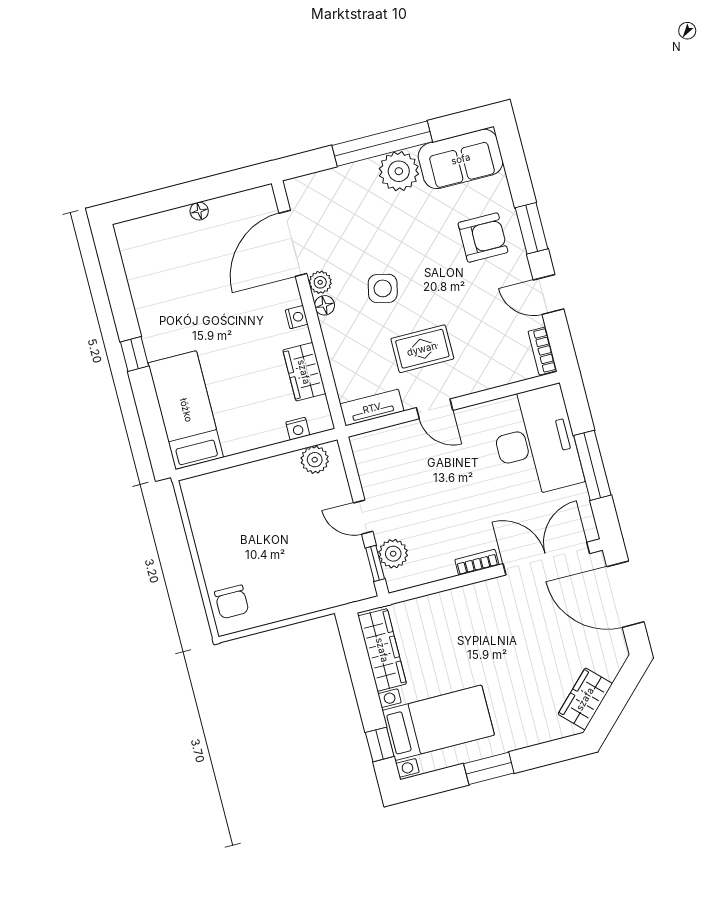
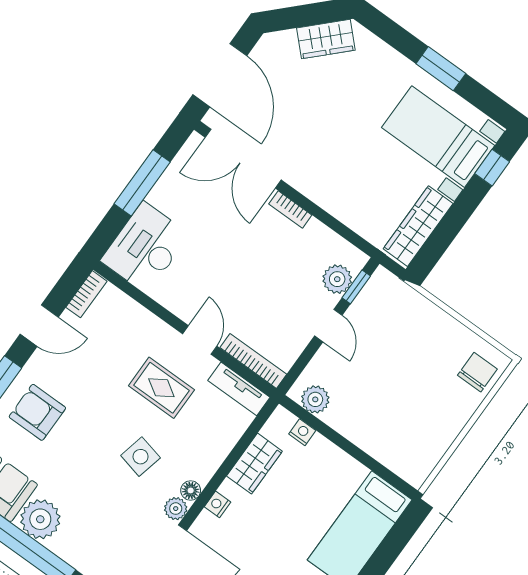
door: (548, 295) -> (39, 326), hinge flipped
bookcase: (384, 437) -> (253, 361), added
desk: (535, 442) -> (145, 248), width x0.73, depth x0.77

